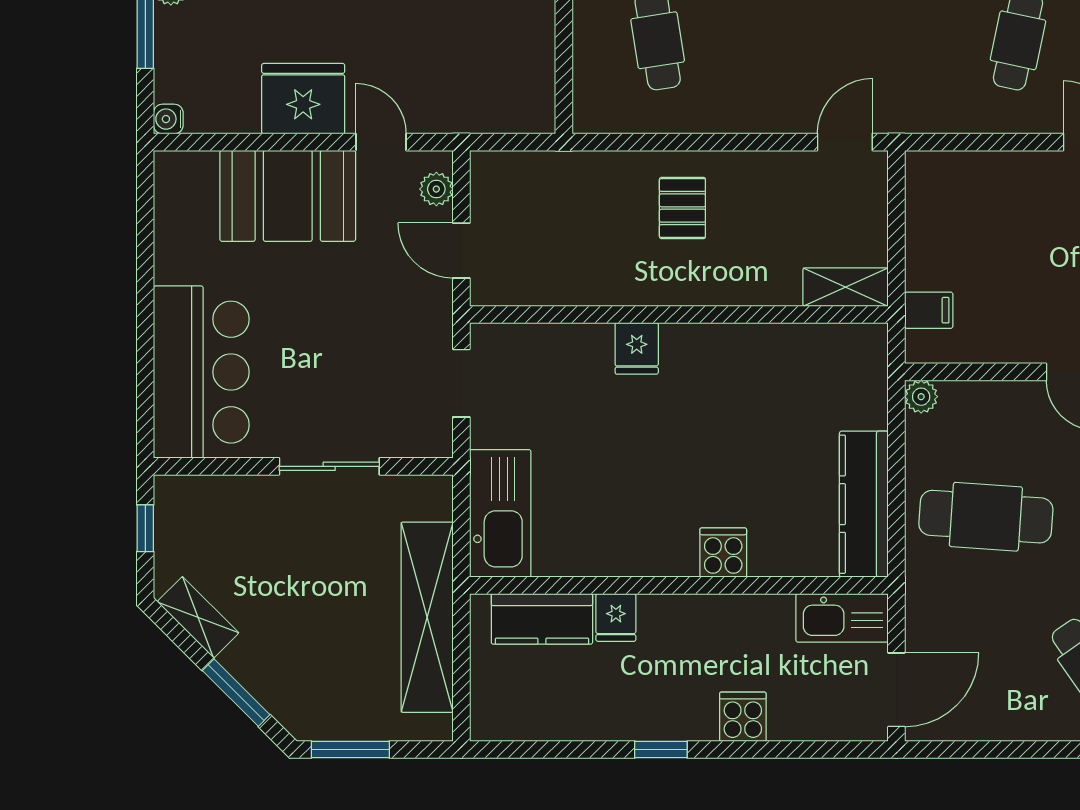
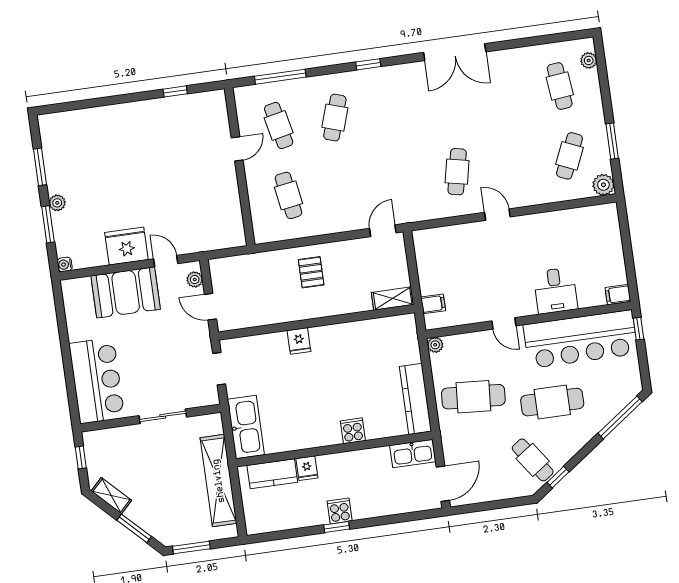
cooker: (743, 717) -> (340, 511), moved

